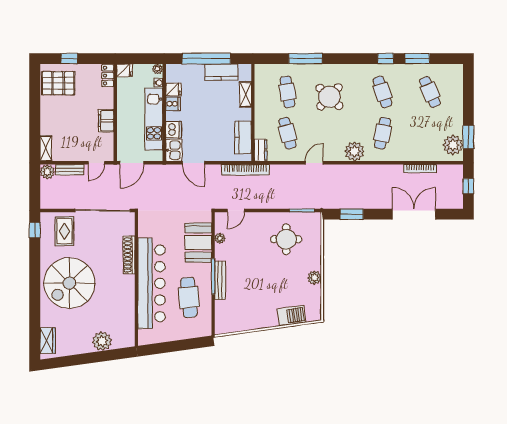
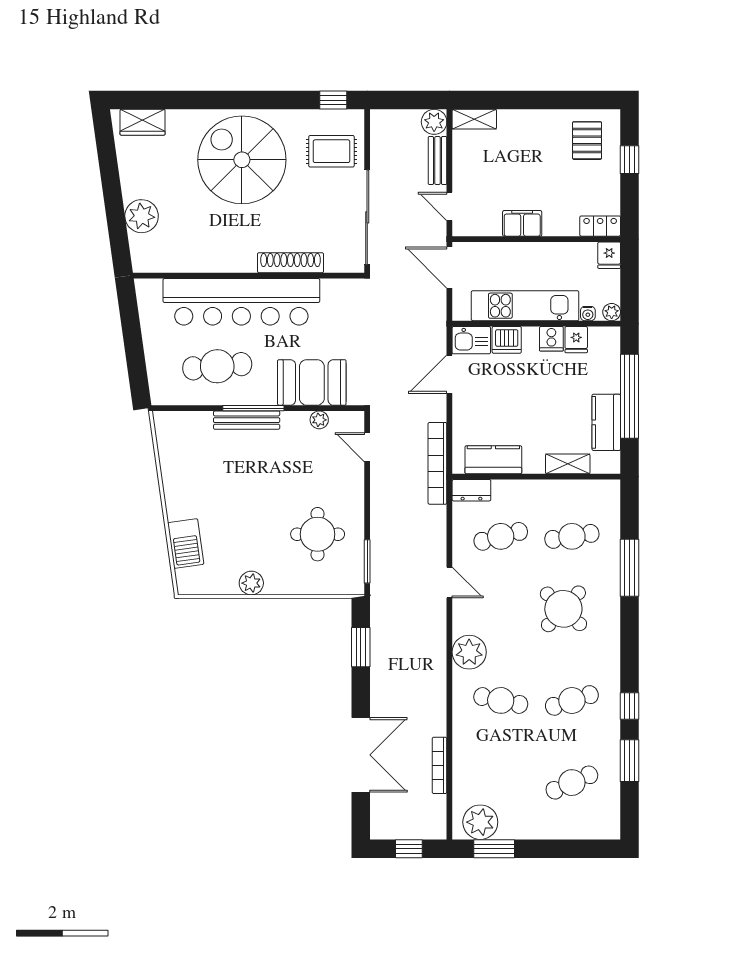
pallet: (58, 83) -> (587, 140), width x0.67, depth x0.71

